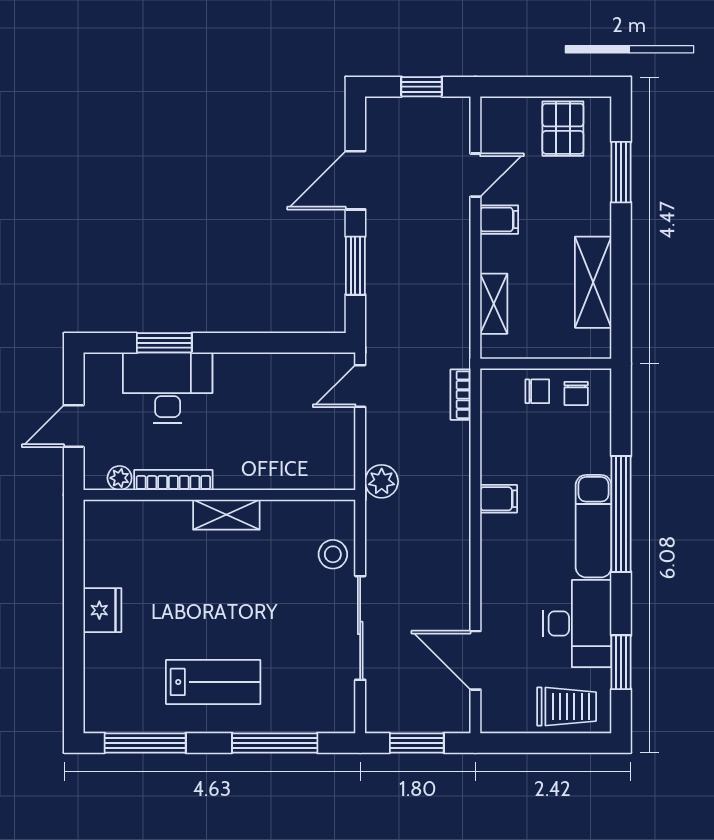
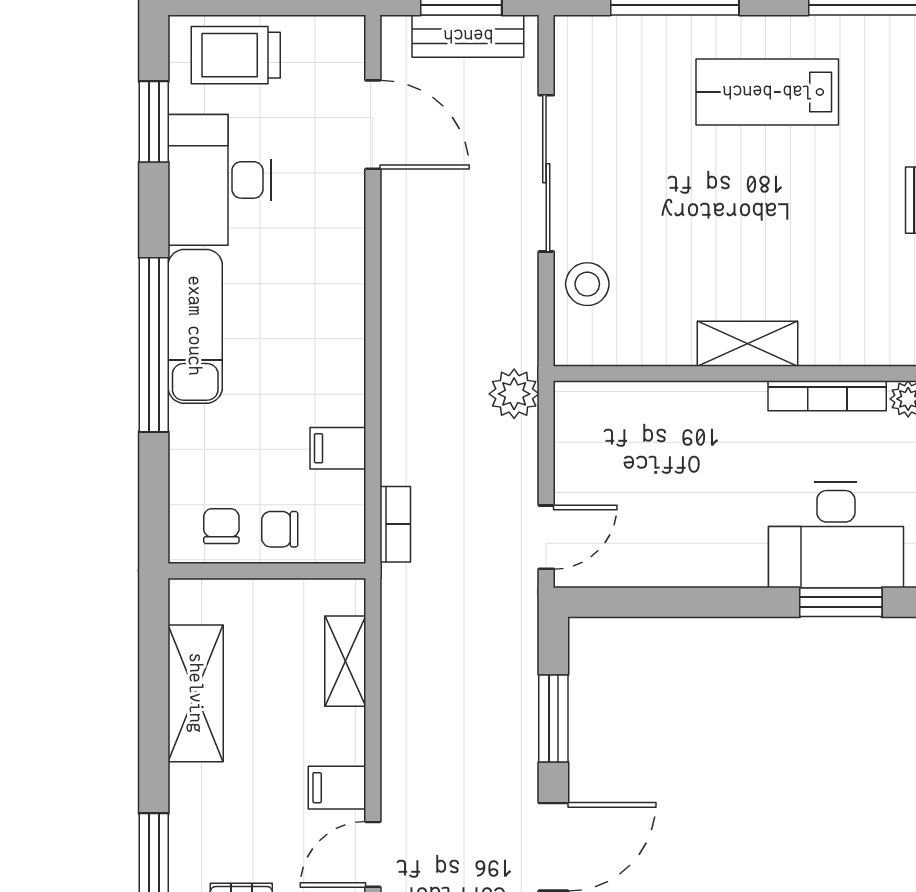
filing cabinet: (499, 499) -> (338, 448), moved
bench: (412, 719) -> (468, 36), added

